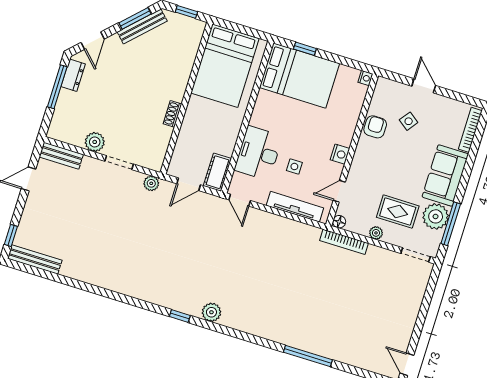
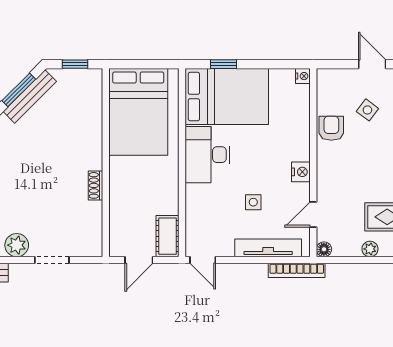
desk: (258, 153) -> (207, 155), moved
plant: (151, 183) -> (96, 272), removed
bookcase: (344, 242) -> (297, 270), moved

